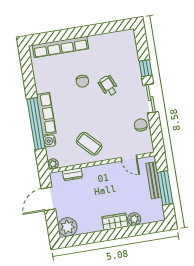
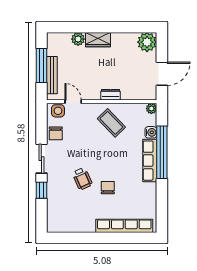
side table: (142, 147) -> (58, 111), added
dresser: (73, 174) -> (110, 95), moved

